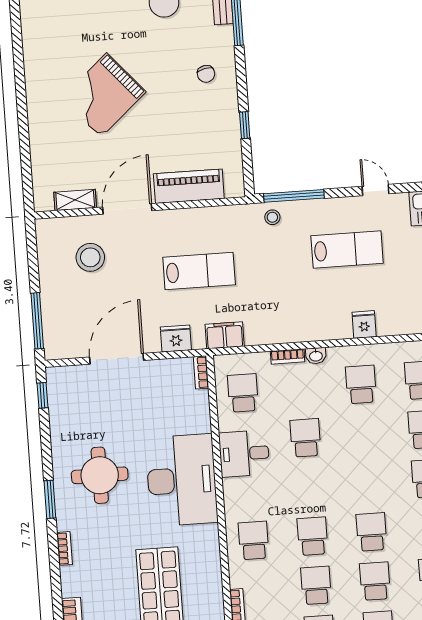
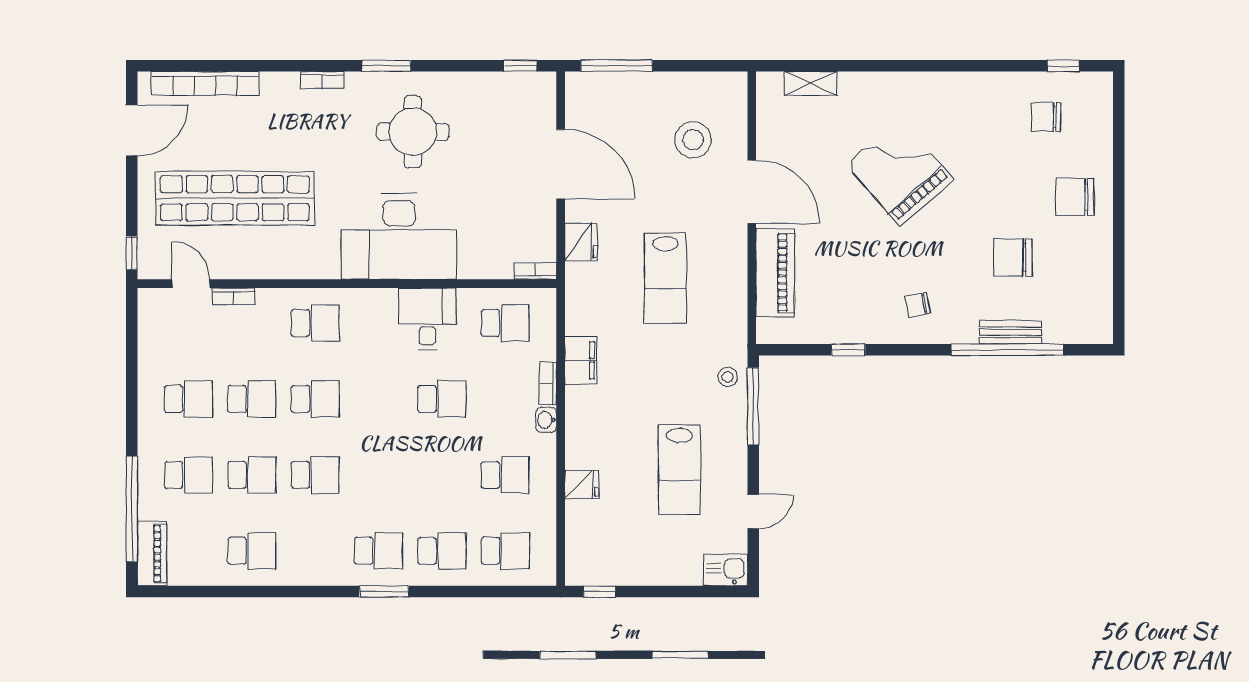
shelving: (75, 200) -> (811, 83), moved, turned 90
filing cabinet: (225, 335) -> (581, 360), moved

